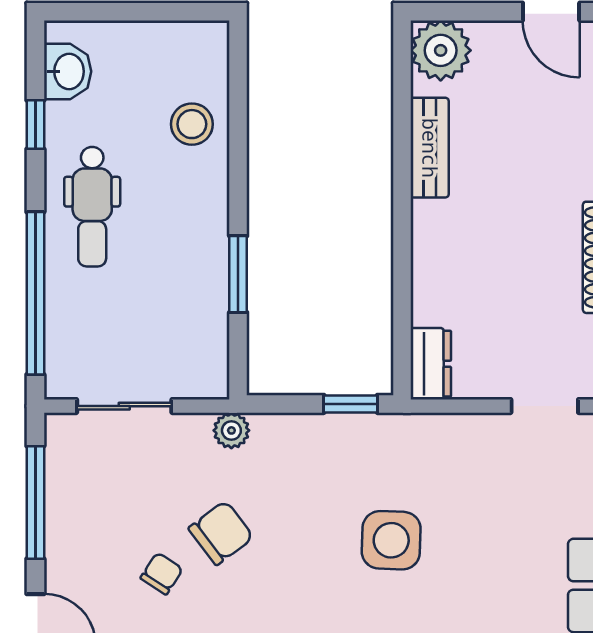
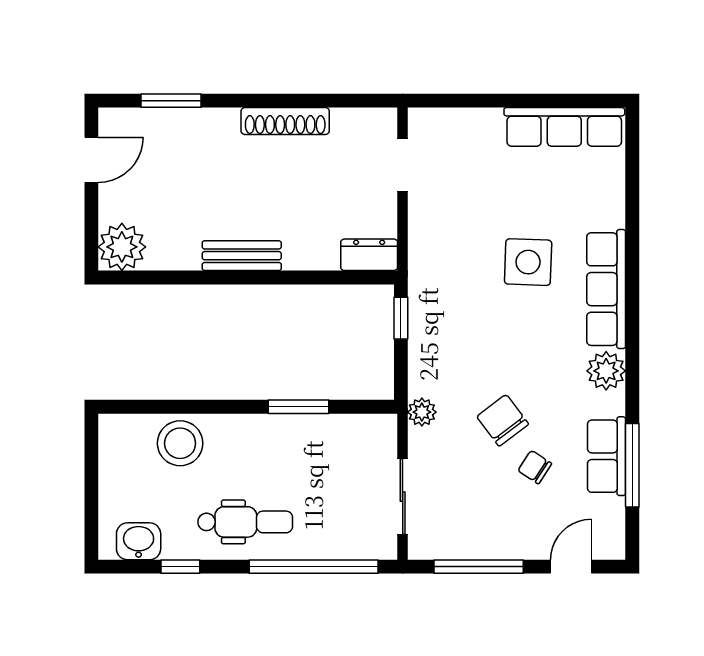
stool: (192, 124) -> (180, 443), width x1.38, depth x1.38
bench: (430, 148) -> (242, 256), moved
side table: (391, 540) -> (528, 262), moved

